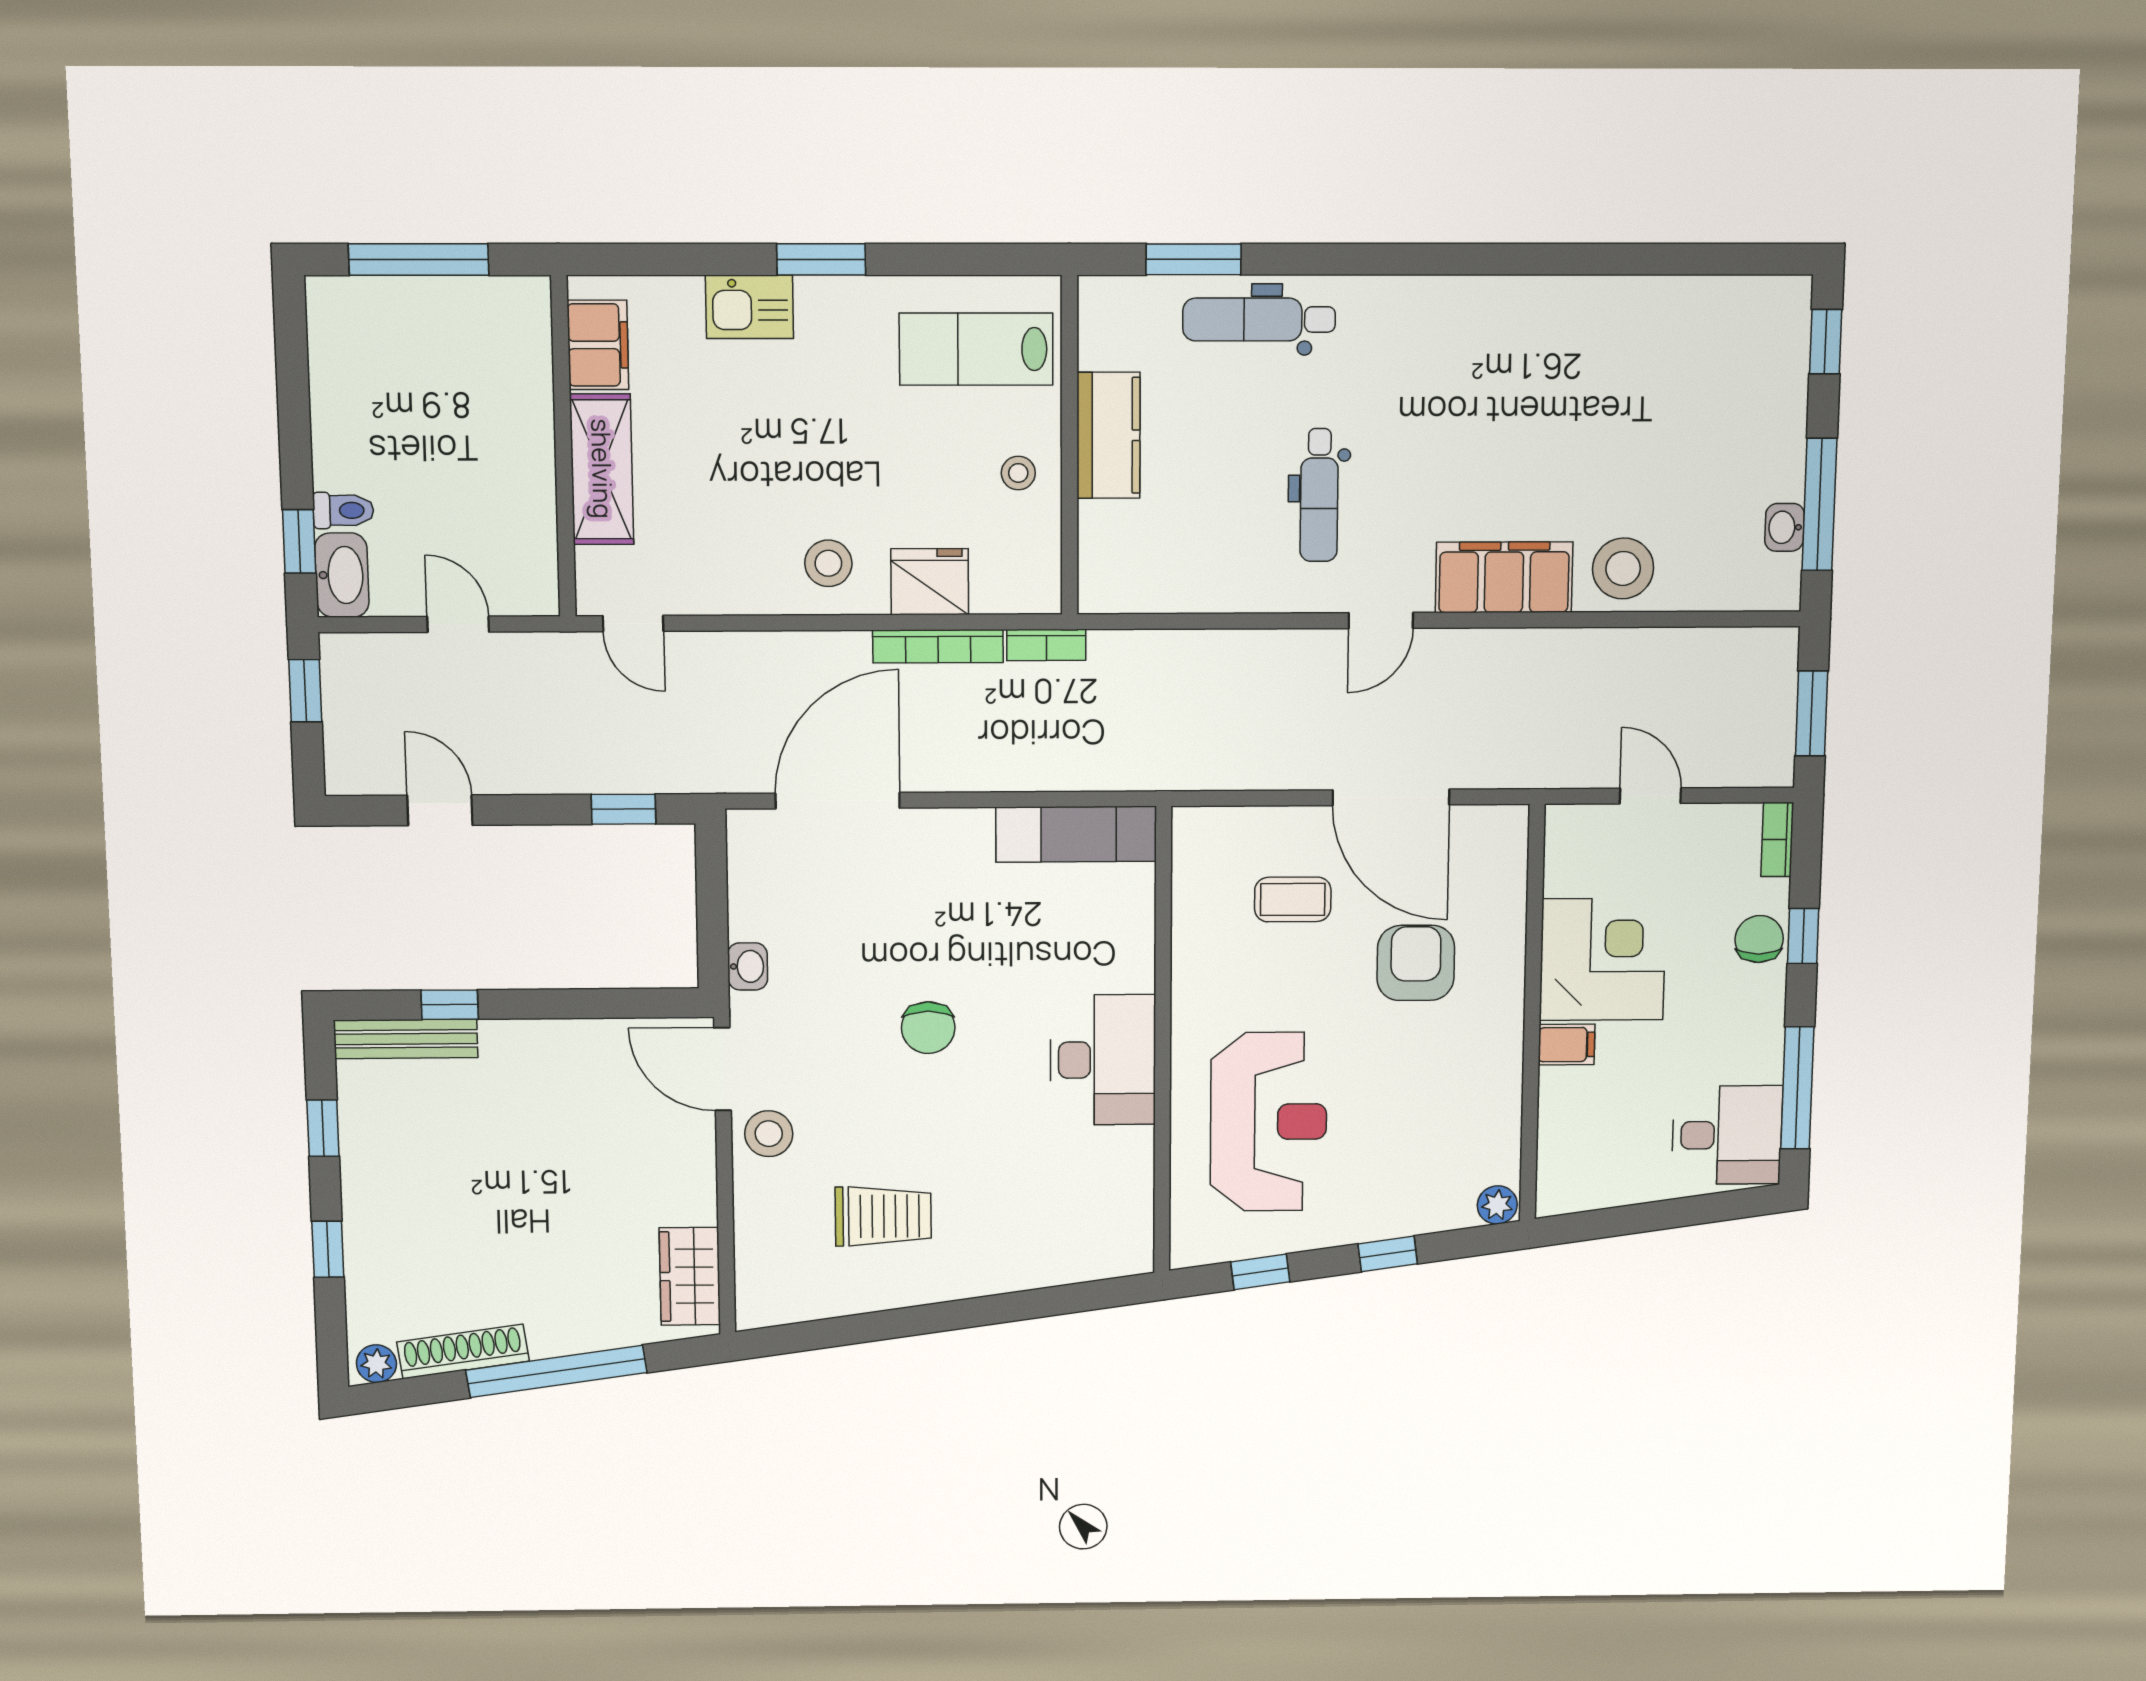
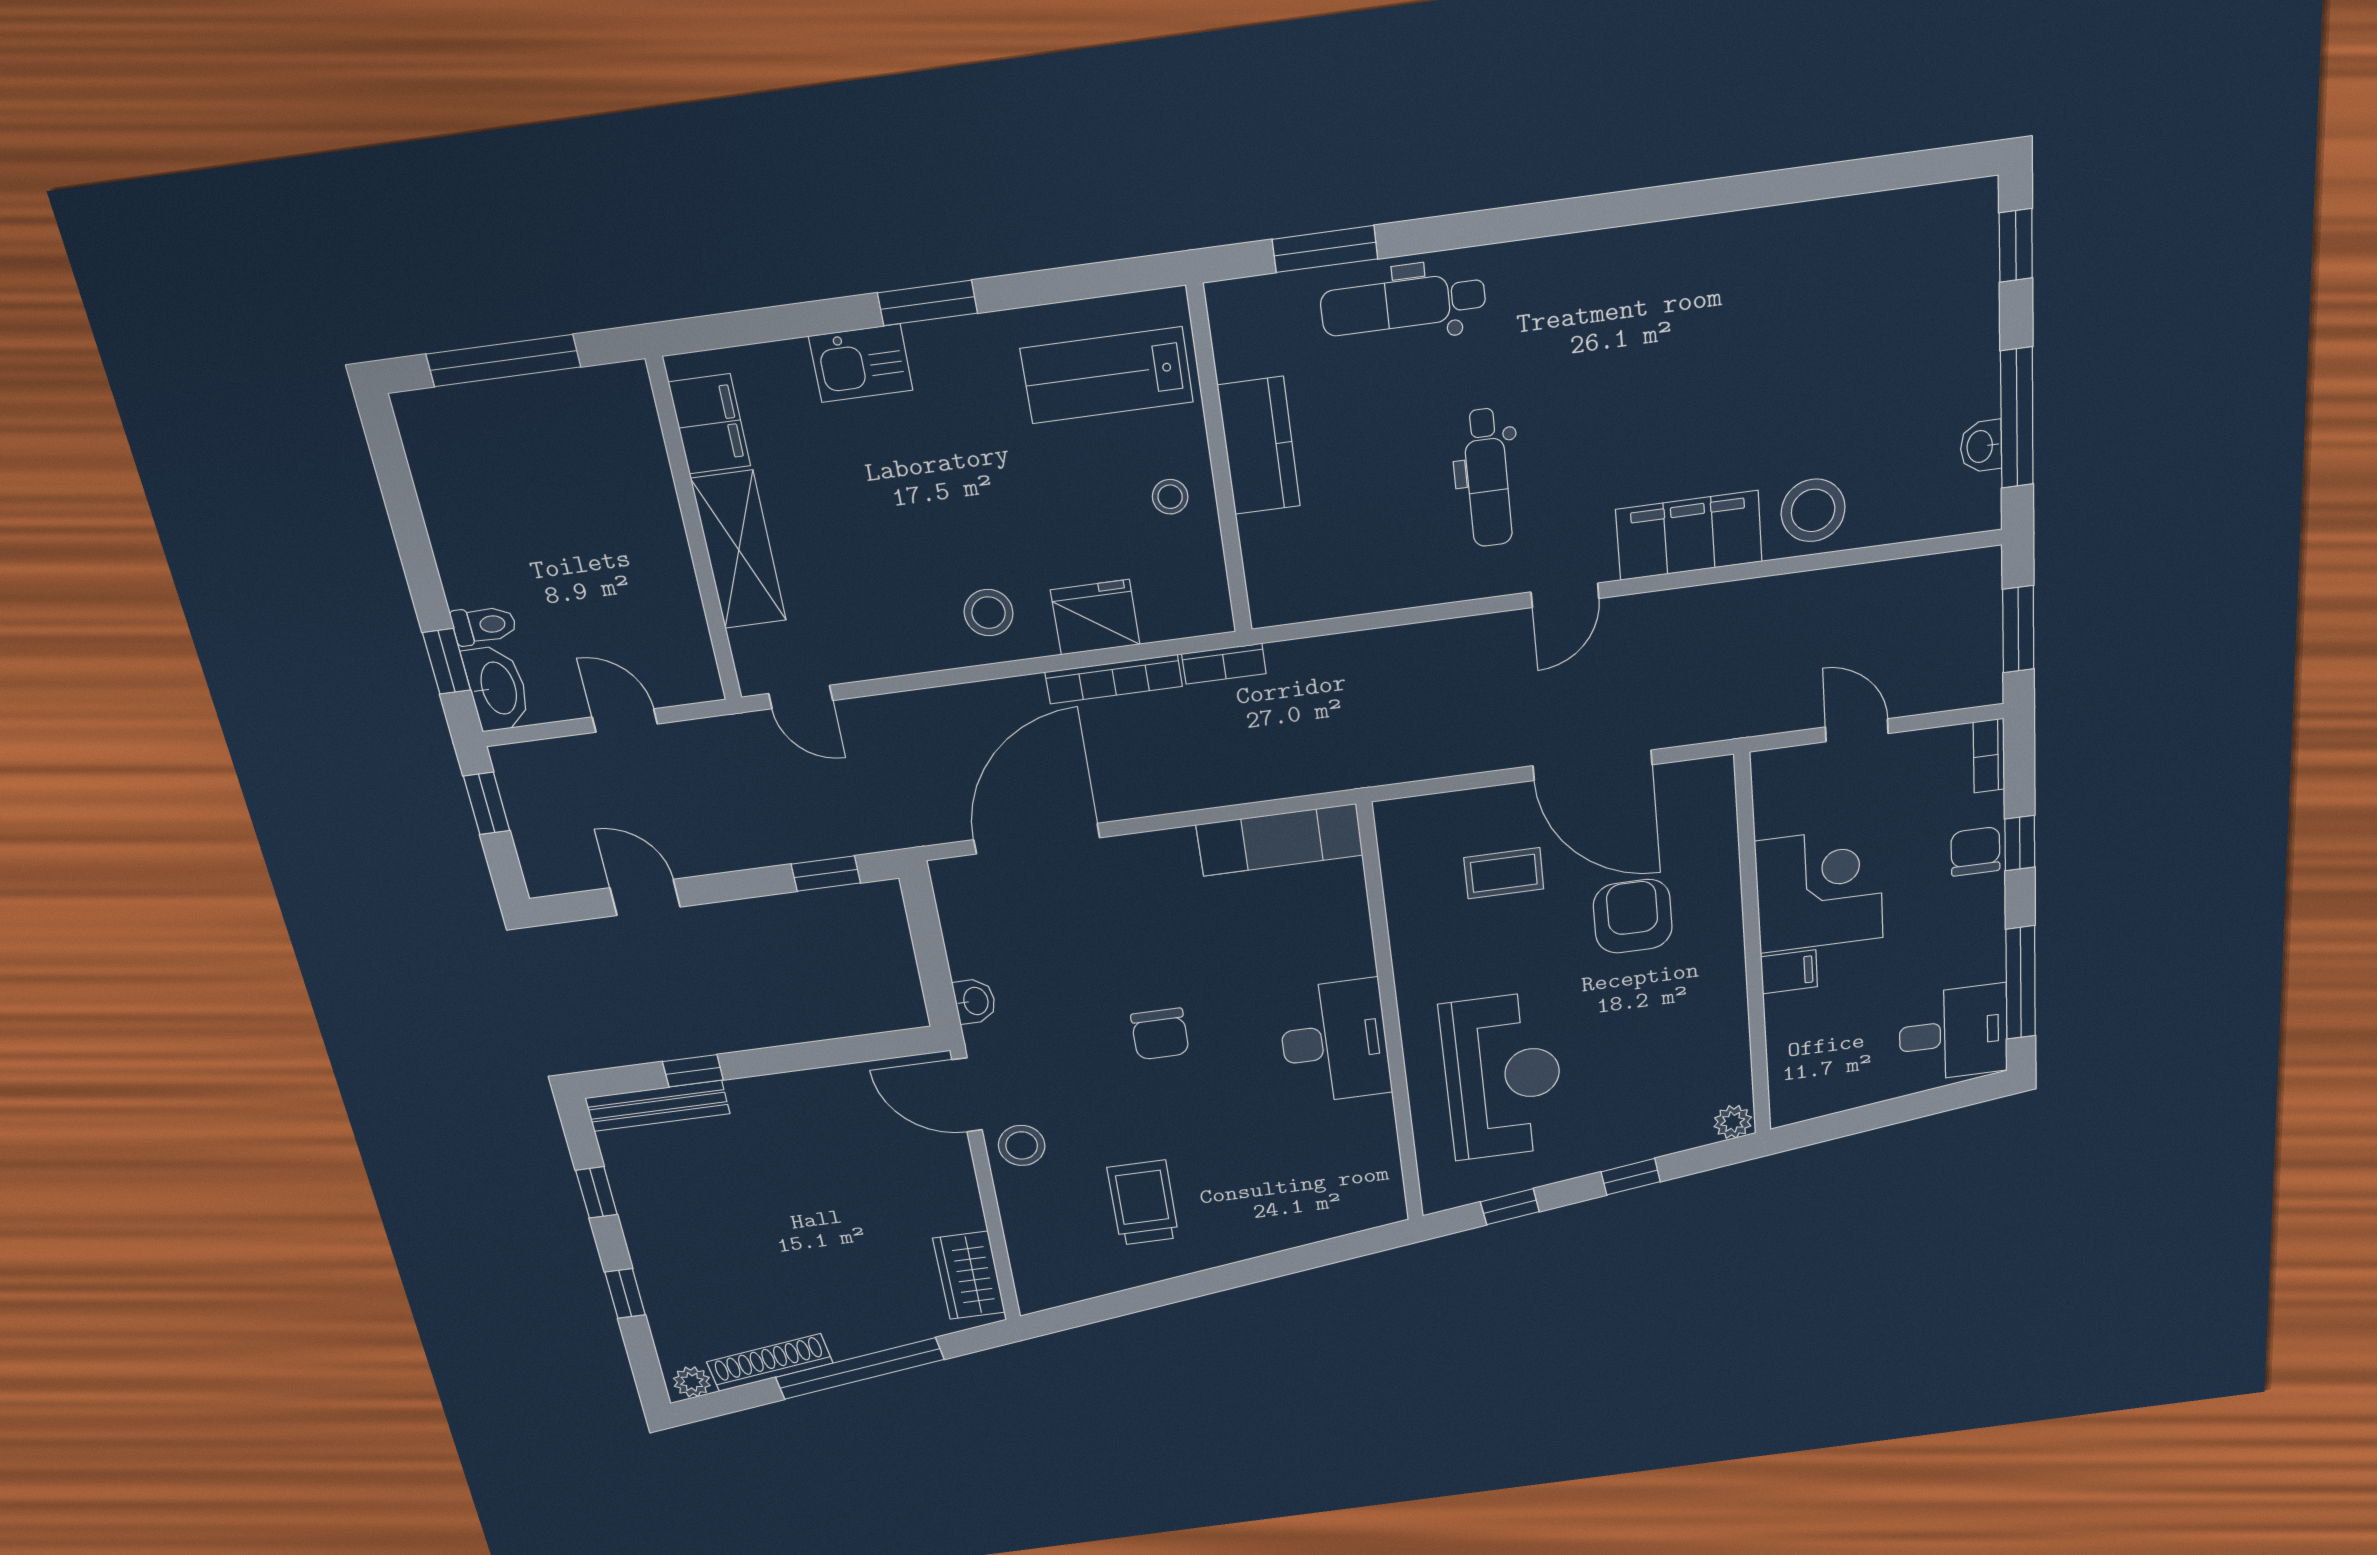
trolley: (883, 1216) -> (1143, 1203), turned -90

